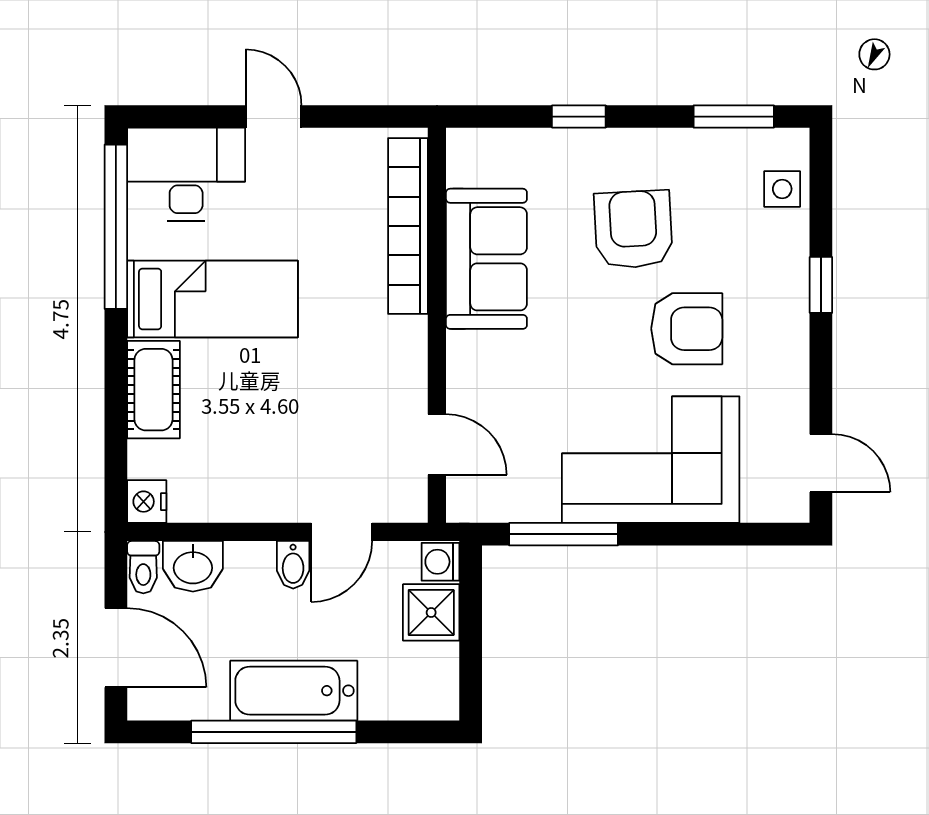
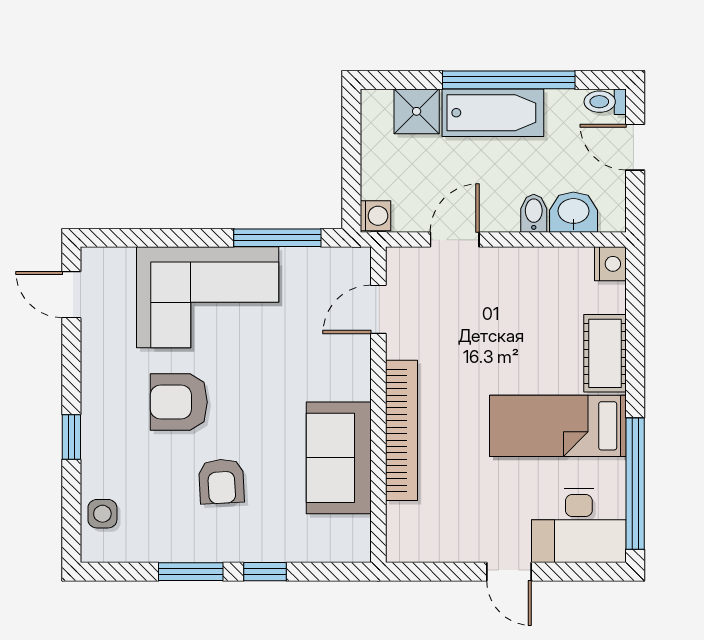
window: (734, 117) -> (191, 572), moved
bookcase: (408, 226) -> (402, 430), moved
armchair: (633, 229) -> (221, 481), width x0.72, depth x0.72
door: (437, 445) -> (378, 309), hinge flipped
bidet: (293, 565) -> (534, 213), moved
toilet: (143, 567) -> (605, 102), moved, turned -90
shower: (431, 612) -> (417, 111), moved
door: (116, 648) -> (635, 147), width x0.73

